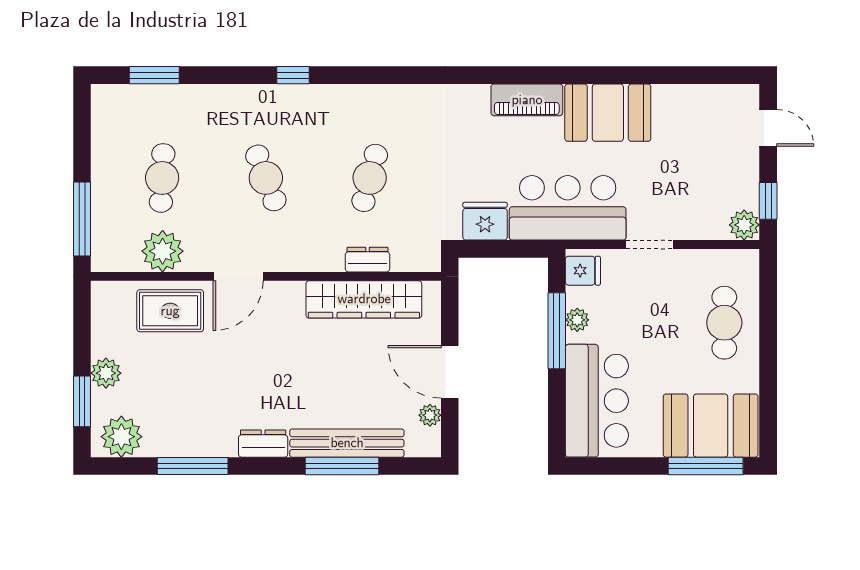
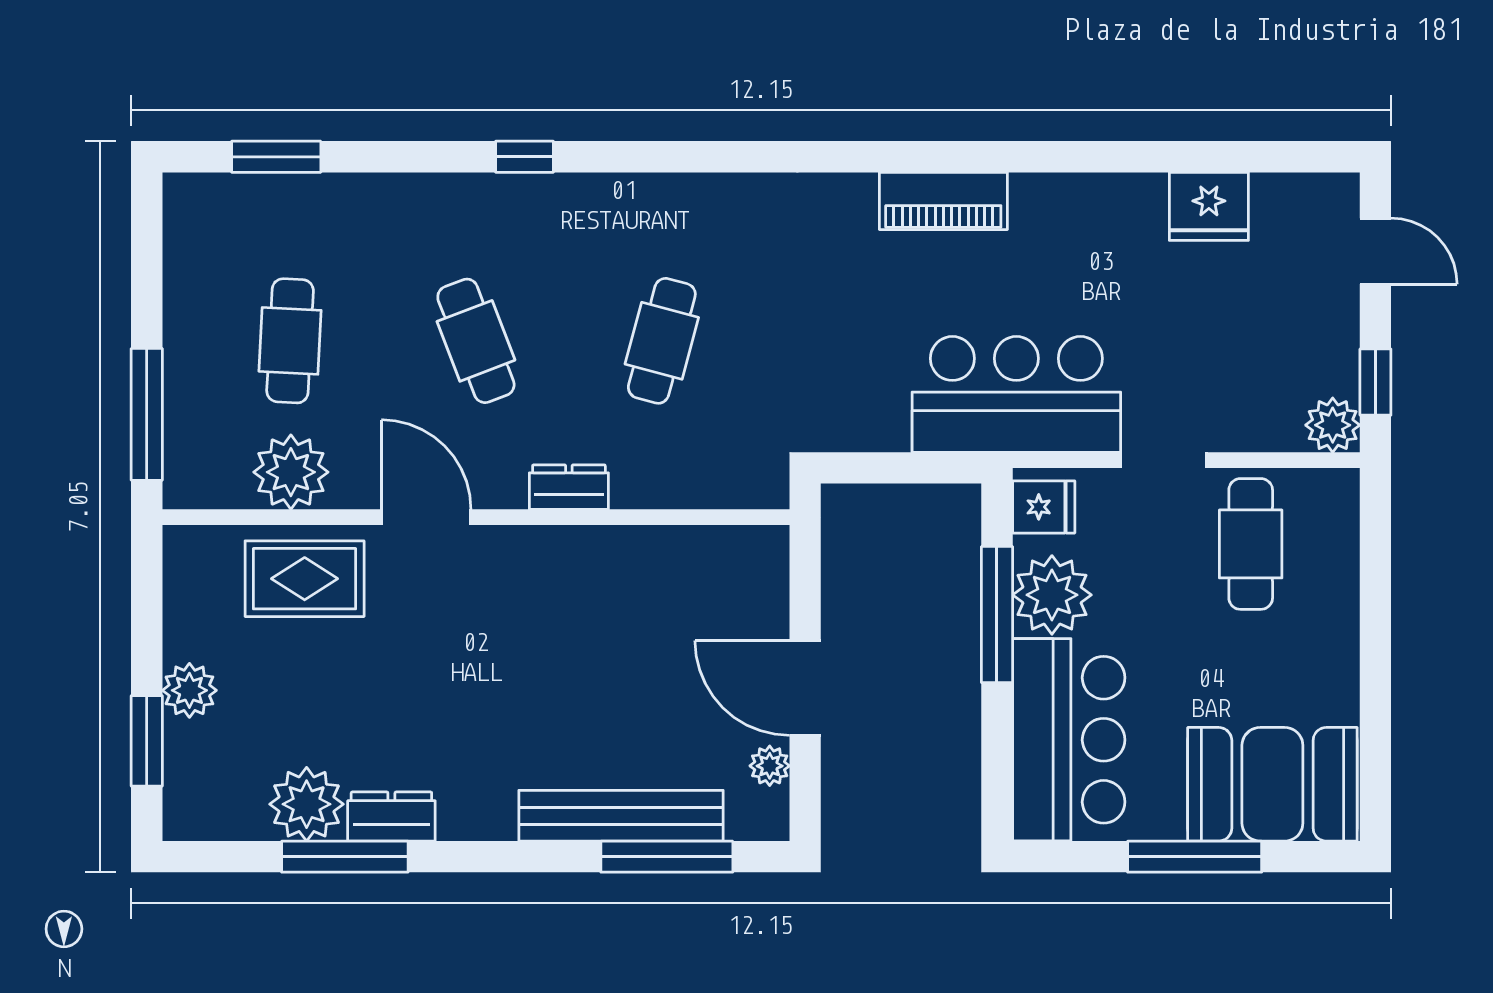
booth: (608, 113) -> (1088, 224), removed
fridge: (485, 221) -> (1209, 206), moved, turned 180
dresser: (368, 260) -> (569, 487), moved
door: (238, 276) -> (426, 517), swing flipped
wardrobe: (364, 299) -> (651, 558), removed
plant: (577, 320) -> (1052, 595), width x1.87, depth x1.87
cafe table: (724, 323) -> (1251, 544), moved
plant: (121, 437) -> (307, 804), moved
dresser: (263, 444) -> (391, 817), moved
window: (342, 466) -> (667, 857), moved
window: (706, 466) -> (1195, 857), moved

